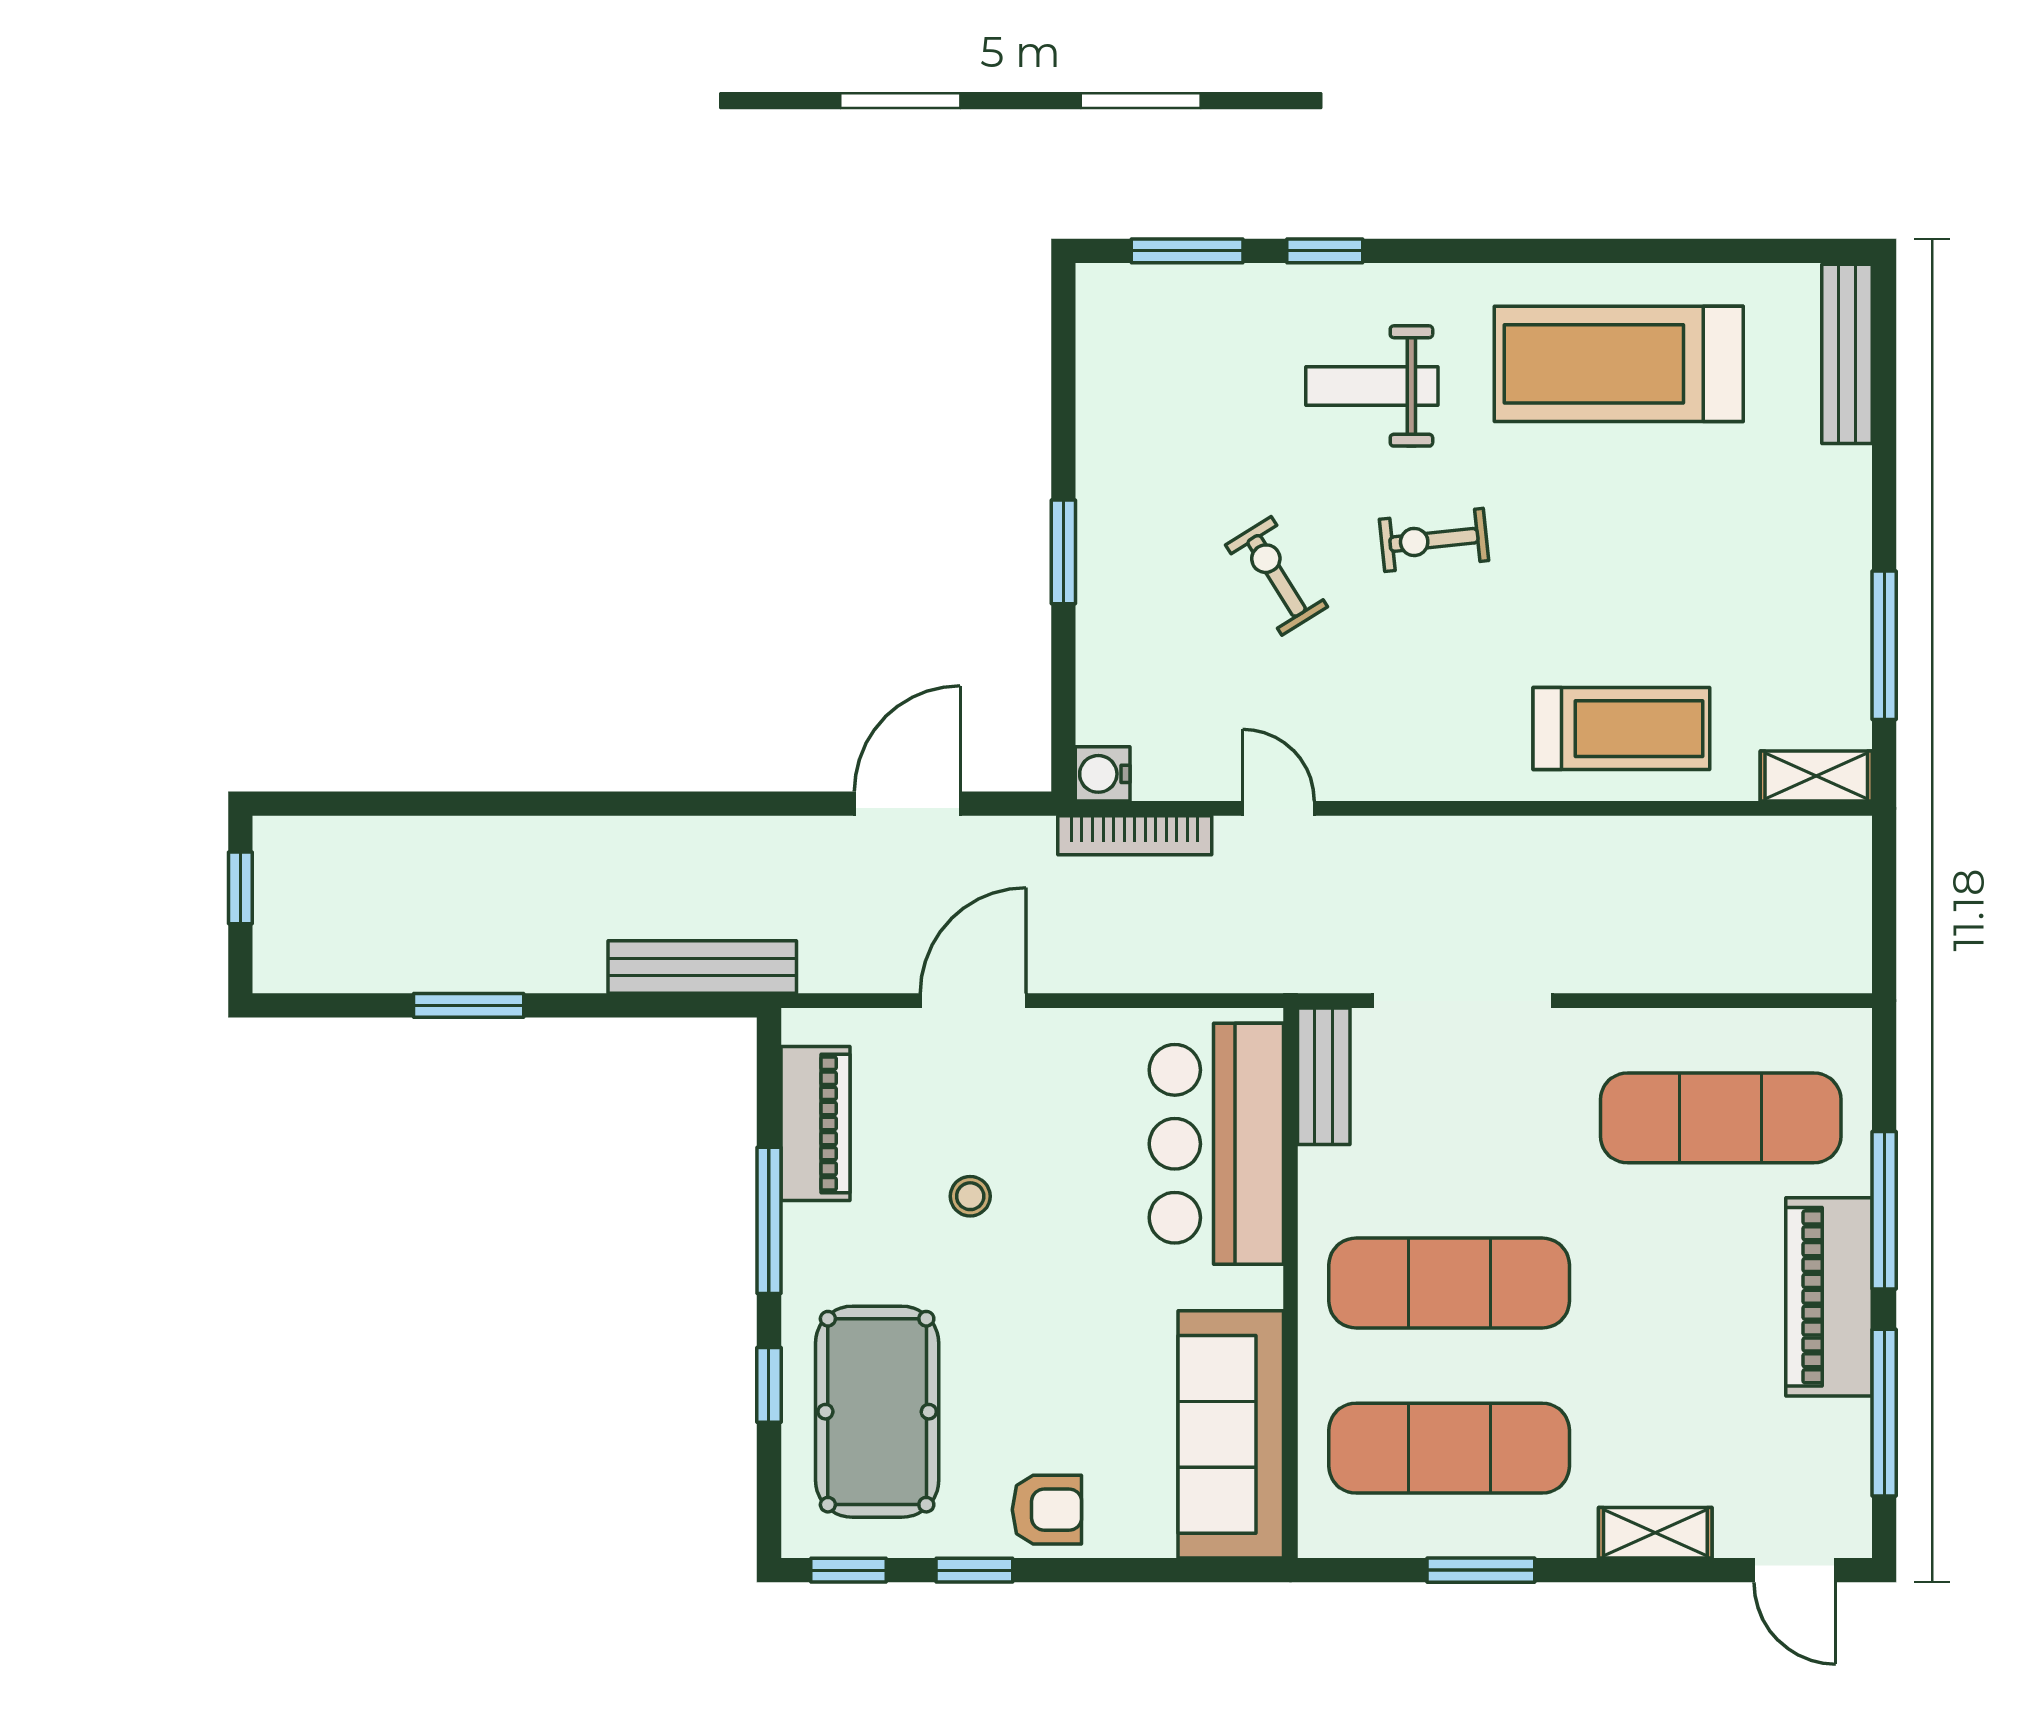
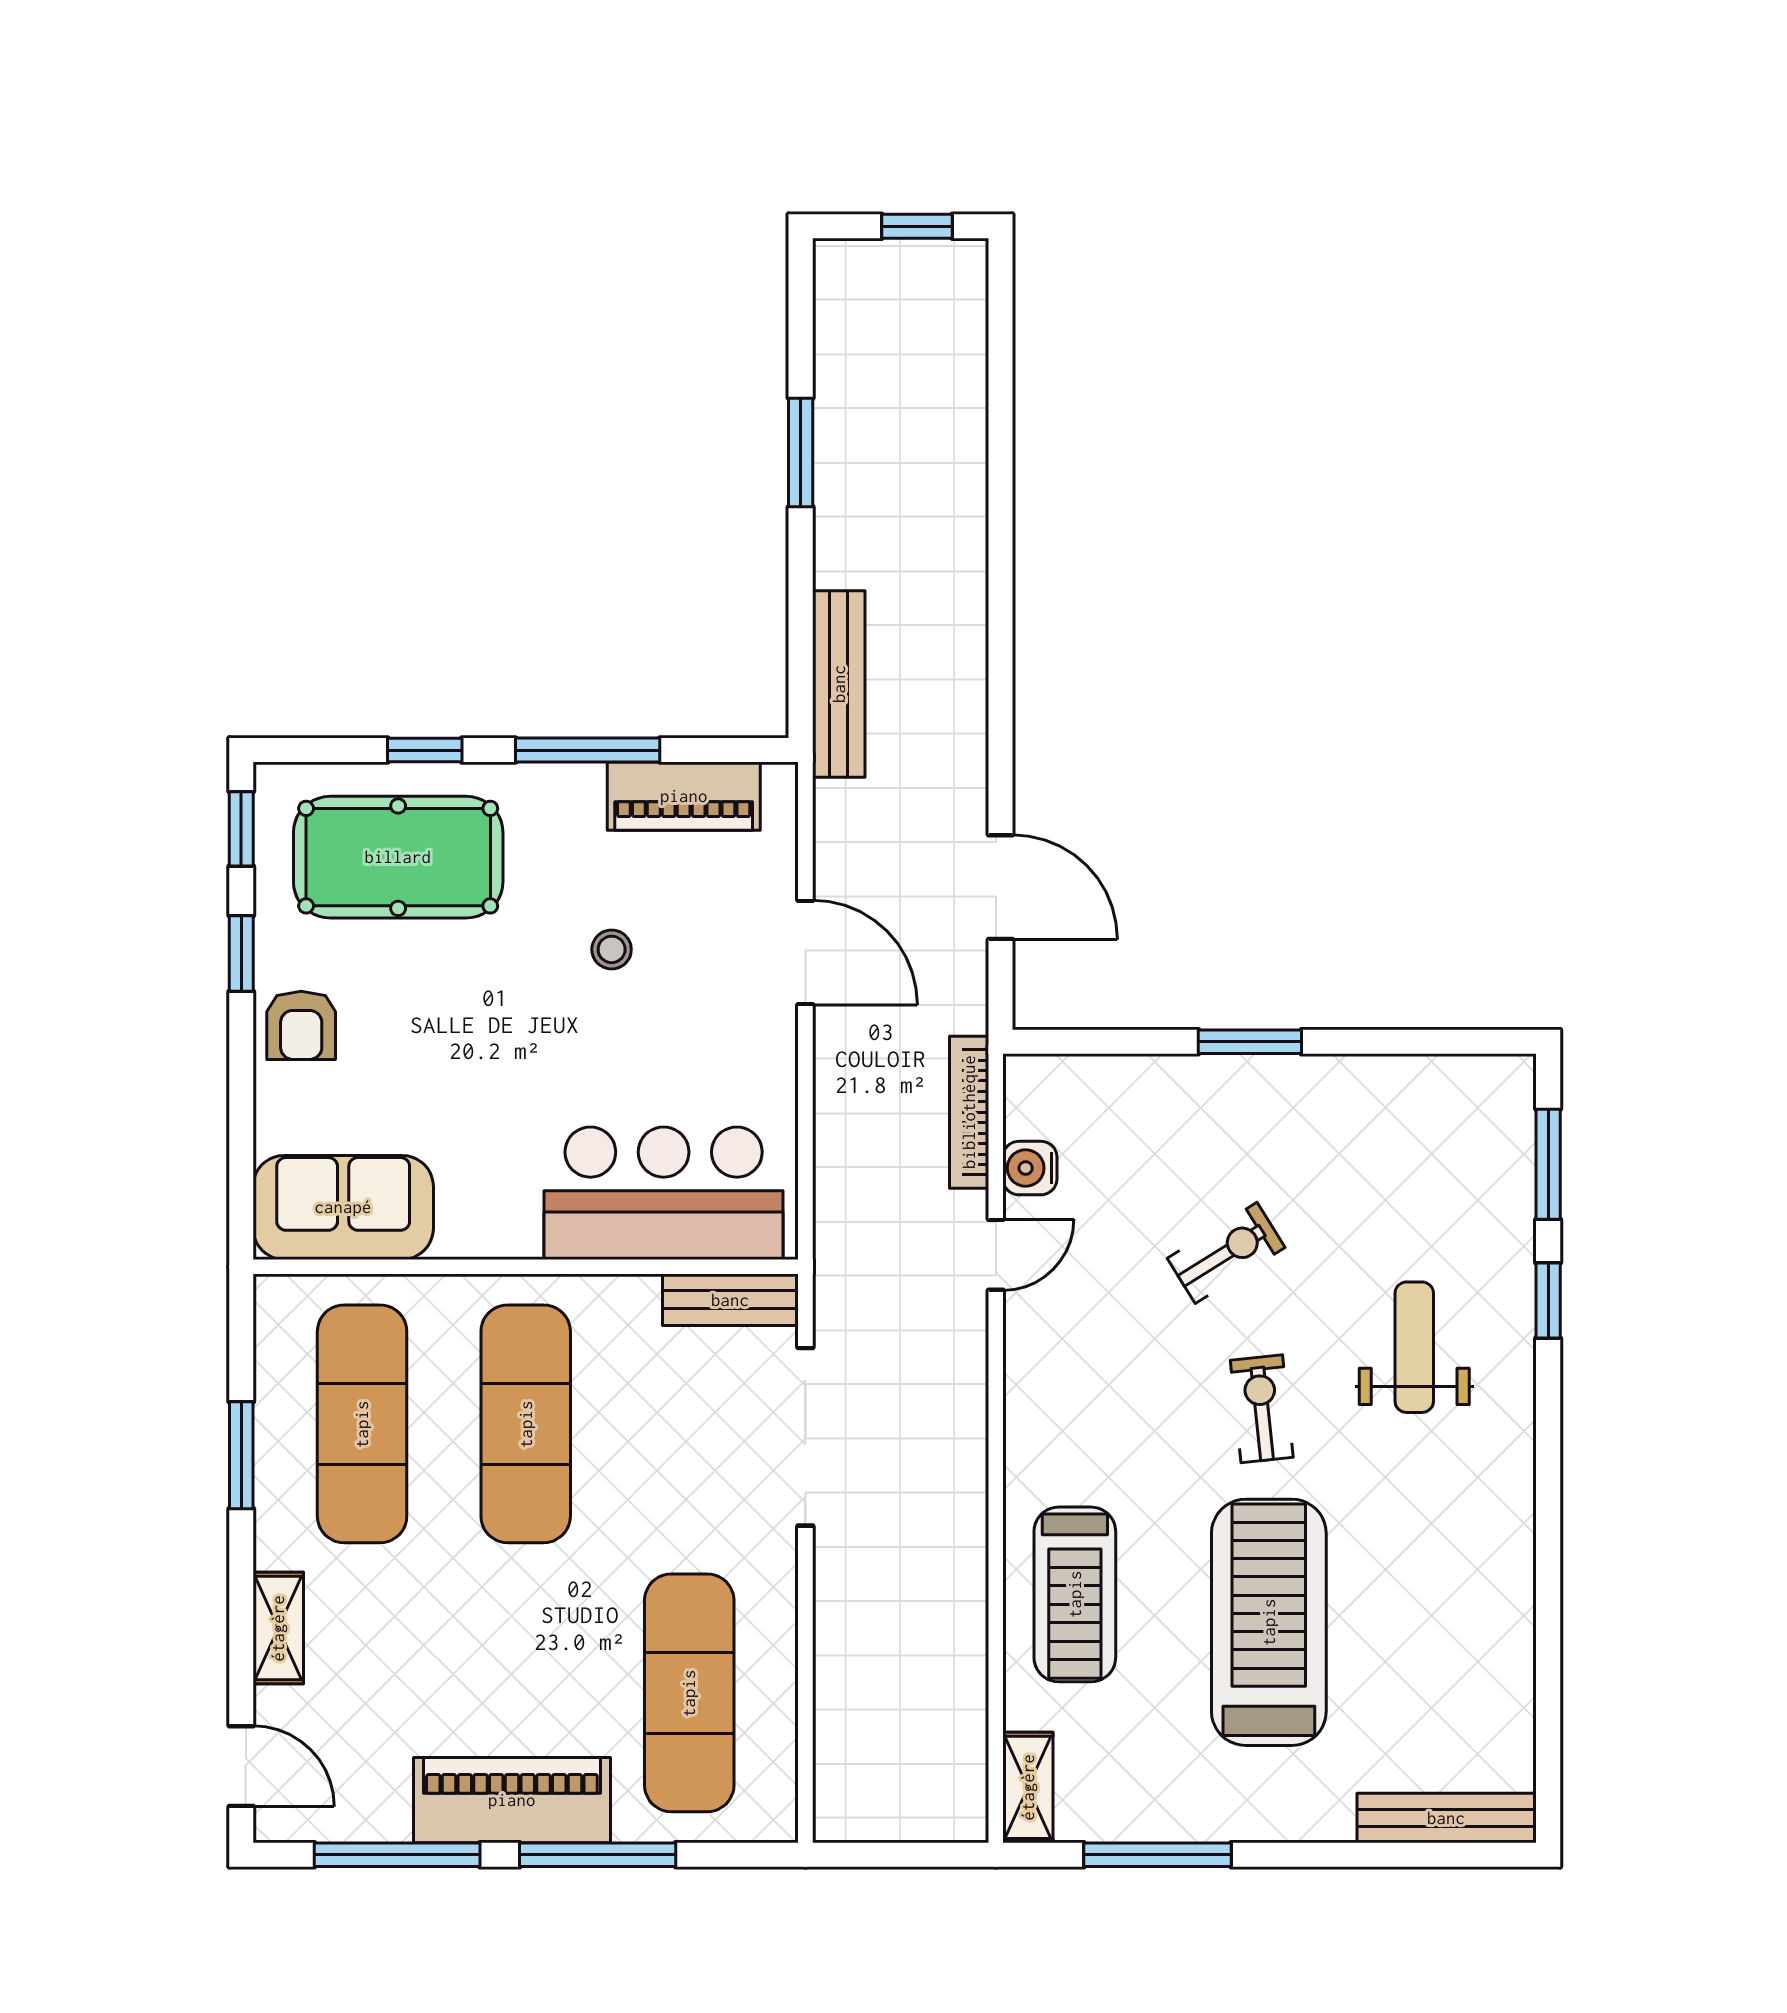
treadmill: (1619, 364) -> (1269, 1622), moved
water cooler: (1103, 774) -> (1030, 1168), moved, turned -90
sofa: (1231, 1434) -> (343, 1207), width x0.73
door: (1795, 1570) -> (241, 1766), swing flipped

